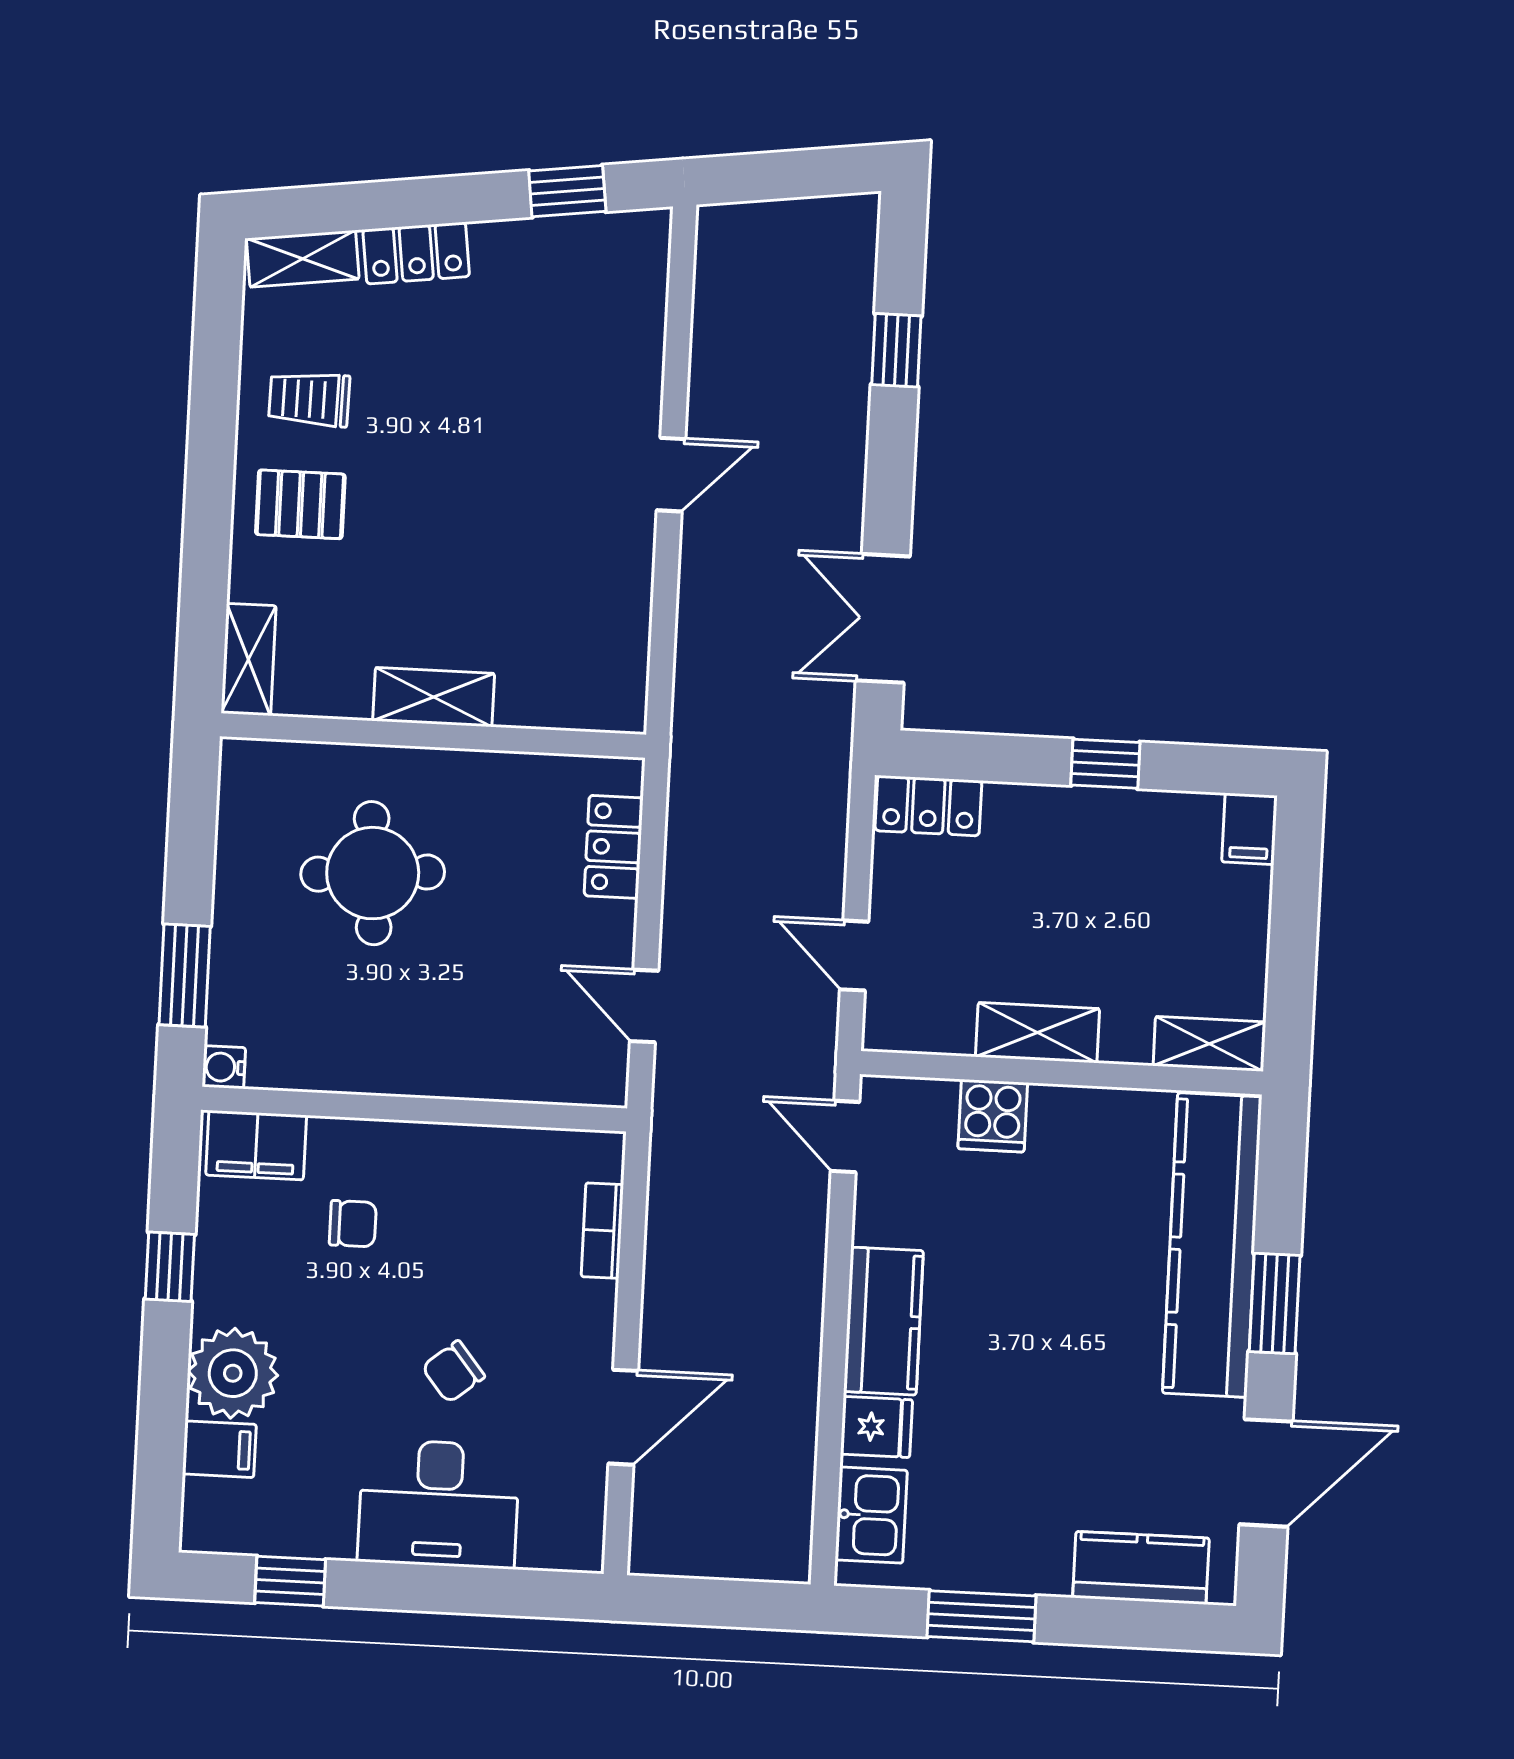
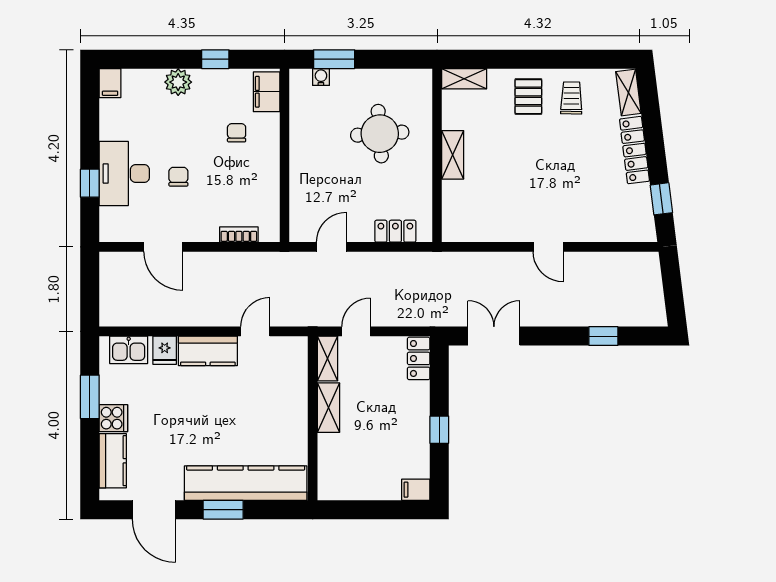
locker: (416, 253) -> (635, 150), width x1.53
shelving: (1209, 1044) -> (327, 359), moved
water cooler: (224, 1067) -> (321, 77), moved
cooker: (993, 1116) -> (113, 418), moved, turned 180
door: (845, 1136) -> (255, 331), moved
chair: (353, 1224) -> (237, 133), turned 180
chair: (453, 1372) -> (178, 177), turned 39
plant: (233, 1373) -> (178, 82), width x0.73, depth x0.73
filing cabinet: (219, 1449) -> (110, 83), moved
window: (290, 1581) -> (90, 183), moved

